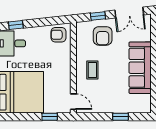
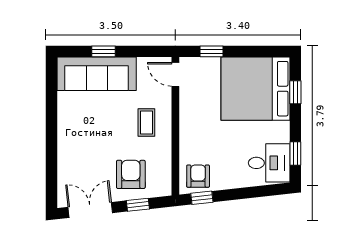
window: (16, 25) -> (202, 198), moved
armchair: (58, 35) -> (198, 176), turned -90
sofa: (140, 68) -> (97, 74), moved, turned 90

